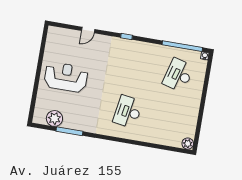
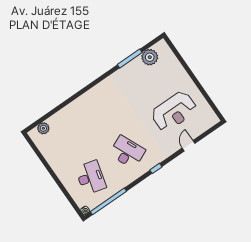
reception desk: (66, 77) -> (174, 111), moved
desk: (128, 112) -> (127, 152), moved, turned -33
plant: (188, 144) -> (43, 128), moved

